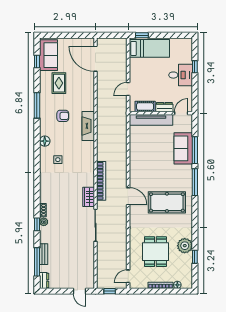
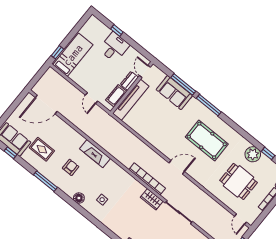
pool table: (167, 202) -> (207, 140), turned 90

